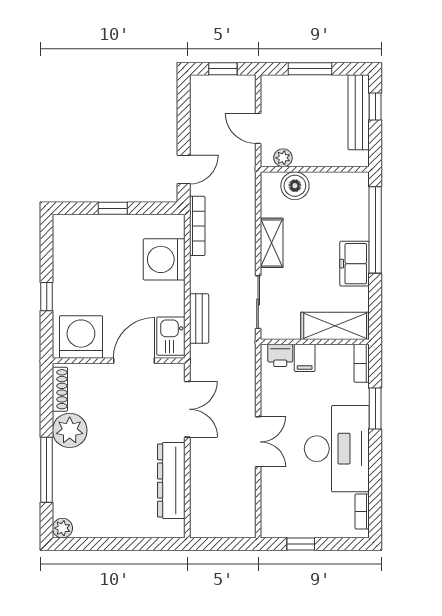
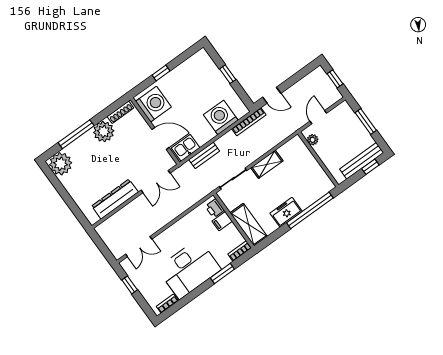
boiler: (295, 186) -> (303, 155), removed
double door: (258, 442) -> (139, 247), moved
plant: (62, 528) -> (61, 164), width x1.87, depth x1.87

